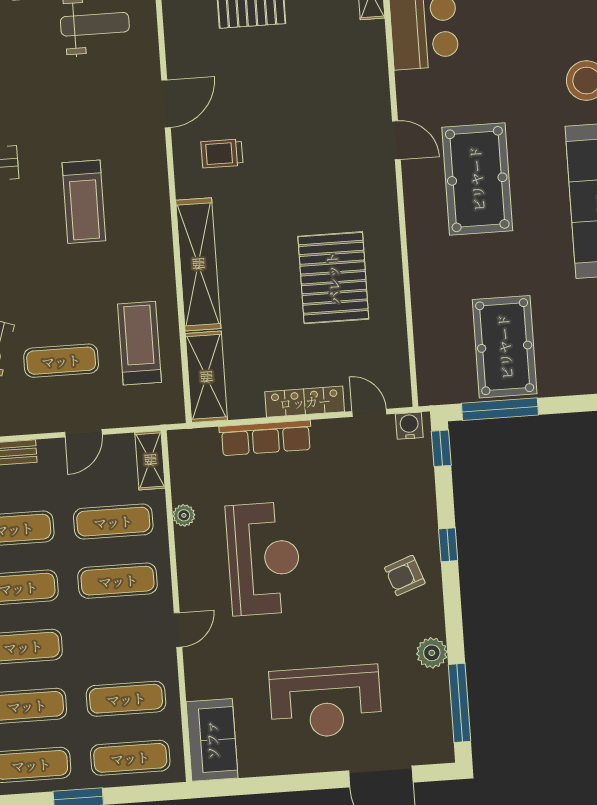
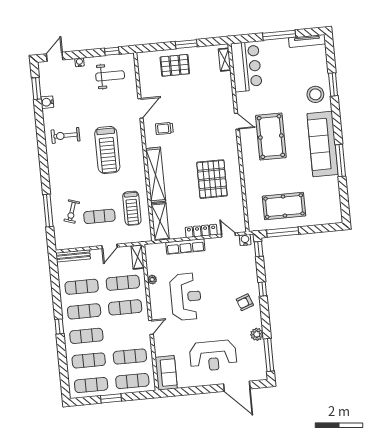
treadmill: (84, 202) -> (107, 150), width x1.37, depth x1.38
treadmill: (139, 343) -> (132, 208), turned 180
pool table: (505, 347) -> (284, 206), turned 90

